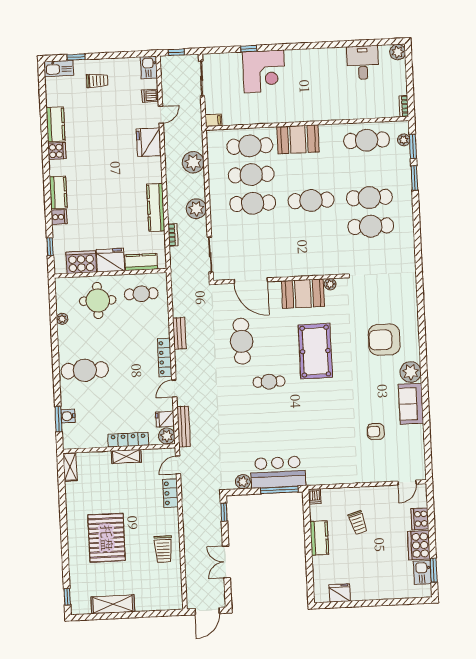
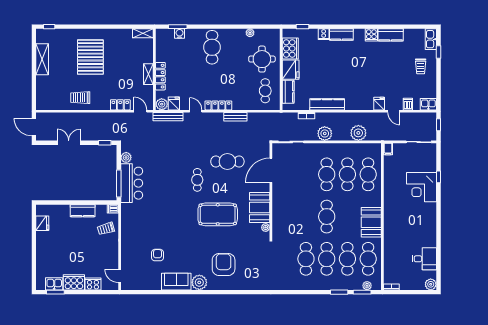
booth: (298, 139) -> (371, 222), moved
fridge: (149, 142) -> (379, 104), width x0.53, depth x0.75
cafe table: (368, 169) -> (347, 259), added
trolley: (358, 523) -> (106, 229), moved
pallet: (107, 538) -> (90, 57), turned 90

